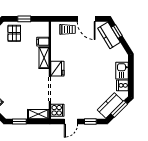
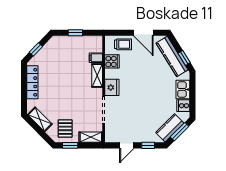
window: (117, 31) -> (184, 58), moved
pallet: (14, 33) -> (65, 128), moved
kitchen counter: (109, 35) -> (172, 56), width x1.50
cooker: (57, 110) -> (112, 61), moved

